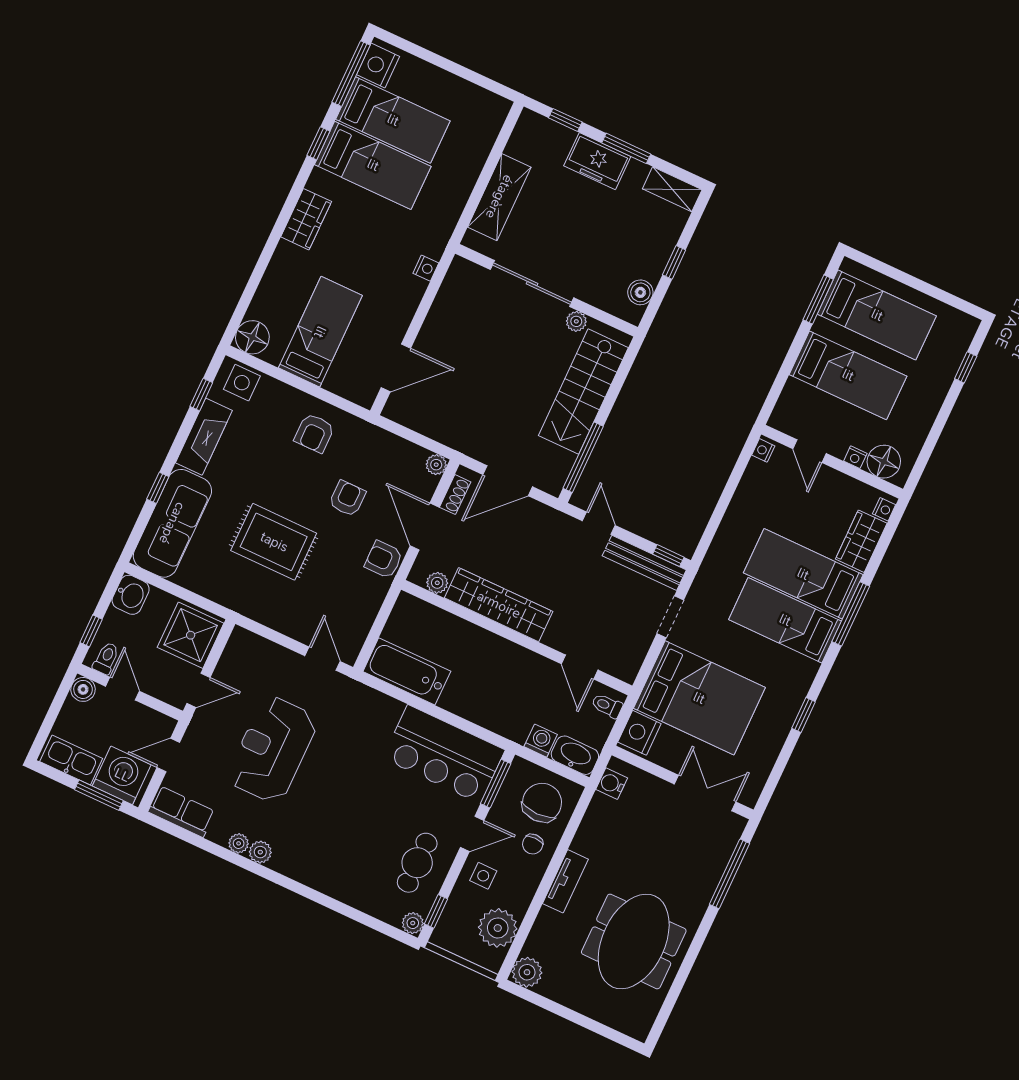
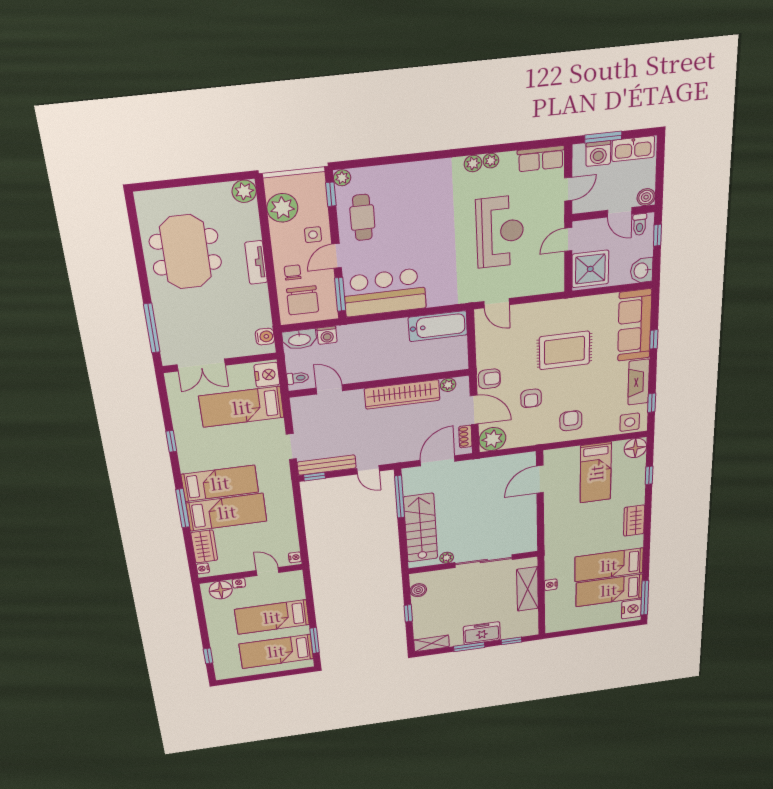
window: (318, 143) -> (649, 475), moved
nightstand: (426, 268) -> (551, 585), moved
plant: (436, 465) -> (492, 439), width x1.87, depth x1.87
bed: (699, 698) -> (242, 407), width x0.67
washing machine: (122, 775) -> (598, 154), width x0.73, depth x0.73

